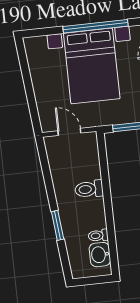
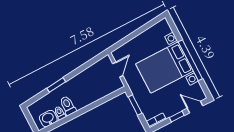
toilet: (89, 189) -> (68, 106), moved

